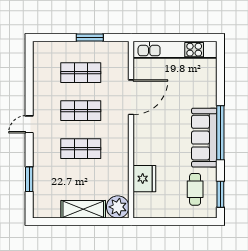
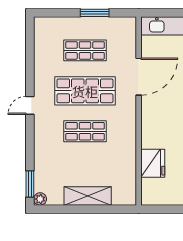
shop shelf: (81, 111) -> (85, 91), width x1.43, depth x1.36
window: (29, 179) -> (30, 184), moved
plant: (118, 207) -> (40, 199), moved, width x0.53, depth x0.53

